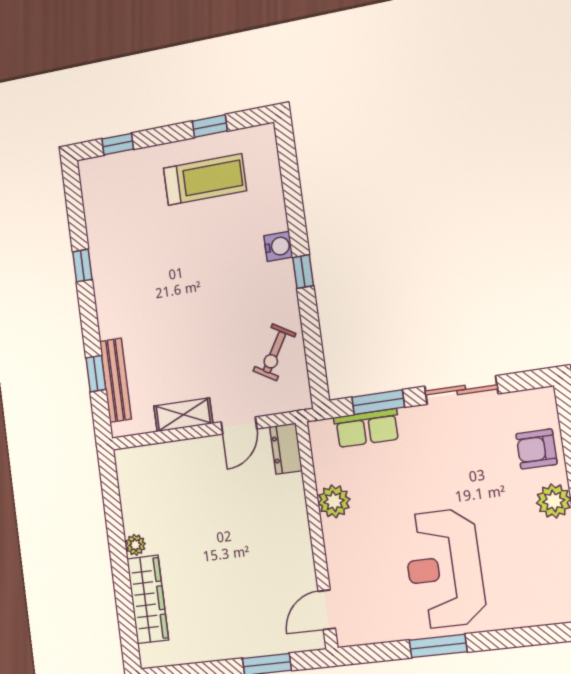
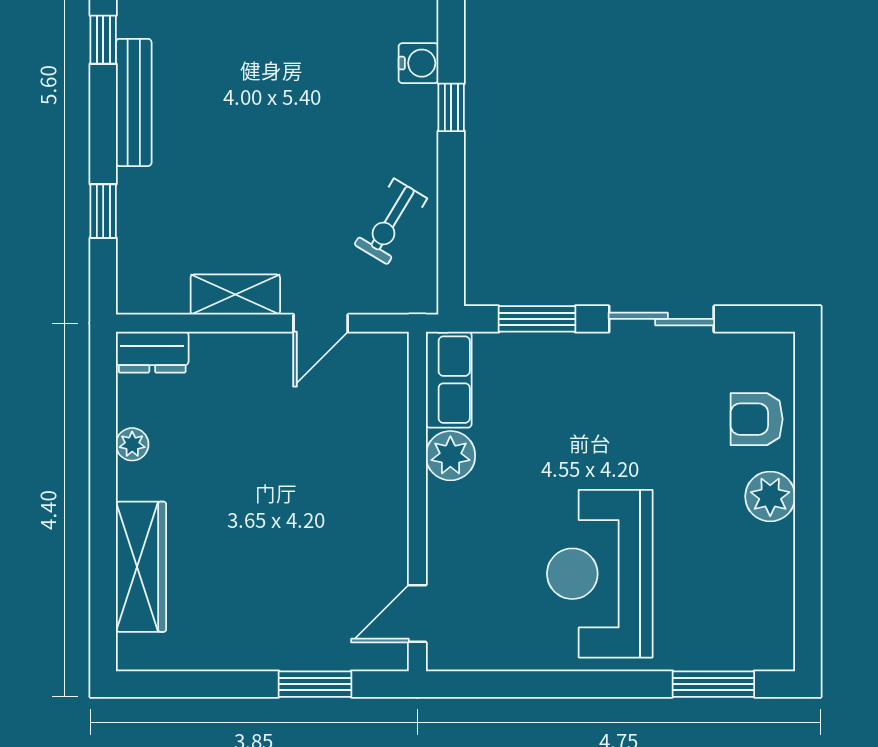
bench: (115, 380) -> (134, 102), moved
row of seats: (367, 428) -> (449, 380), moved, turned -90
dresser: (286, 449) -> (152, 352), moved, turned -90
plant: (135, 545) -> (132, 444), moved
window: (438, 646) -> (713, 684), moved

